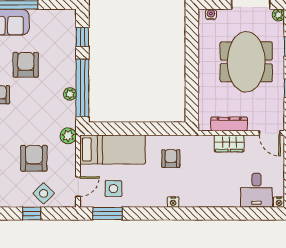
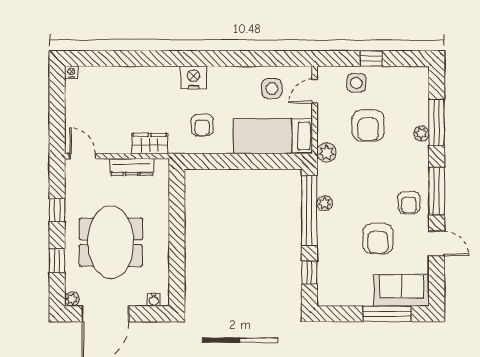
wardrobe: (229, 143) -> (150, 143), moved
desk: (256, 190) -> (99, 87), removed
side table: (44, 193) -> (356, 83), turned 45
nightstand: (173, 202) -> (194, 78), width x1.89, depth x1.79
window: (108, 213) -> (279, 59), removed

